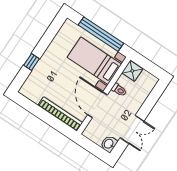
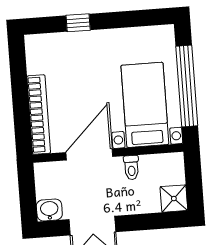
shower: (132, 71) -> (174, 199), moved

